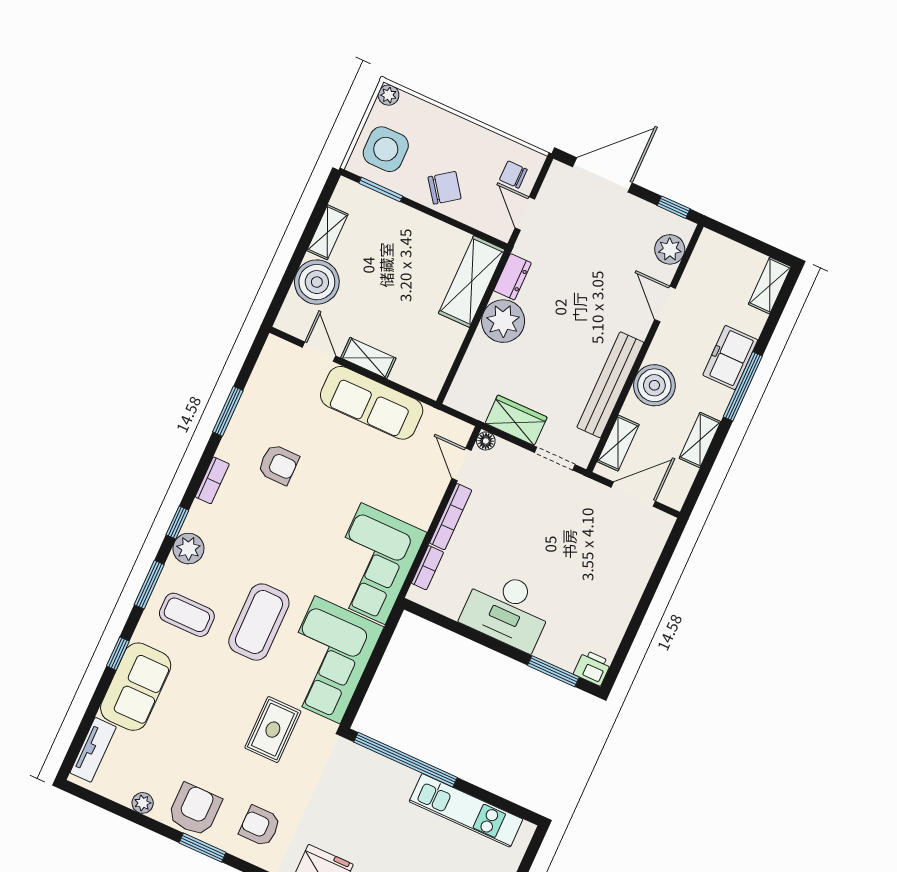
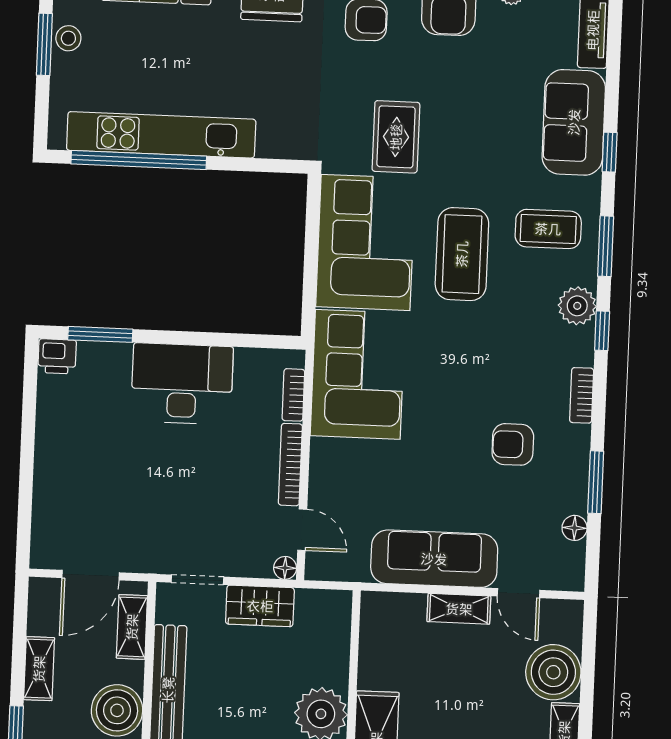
floor lamp: (257, 383) -> (575, 528), added
window: (405, 760) -> (139, 160), moved
kitchen unit: (466, 810) -> (161, 135), width x1.36

